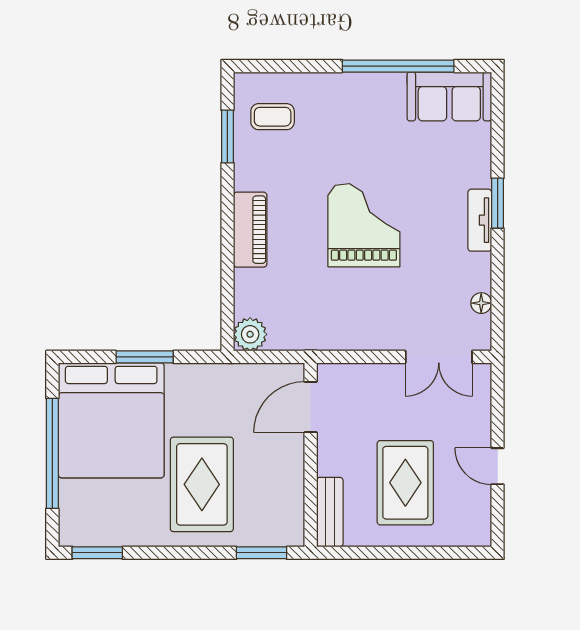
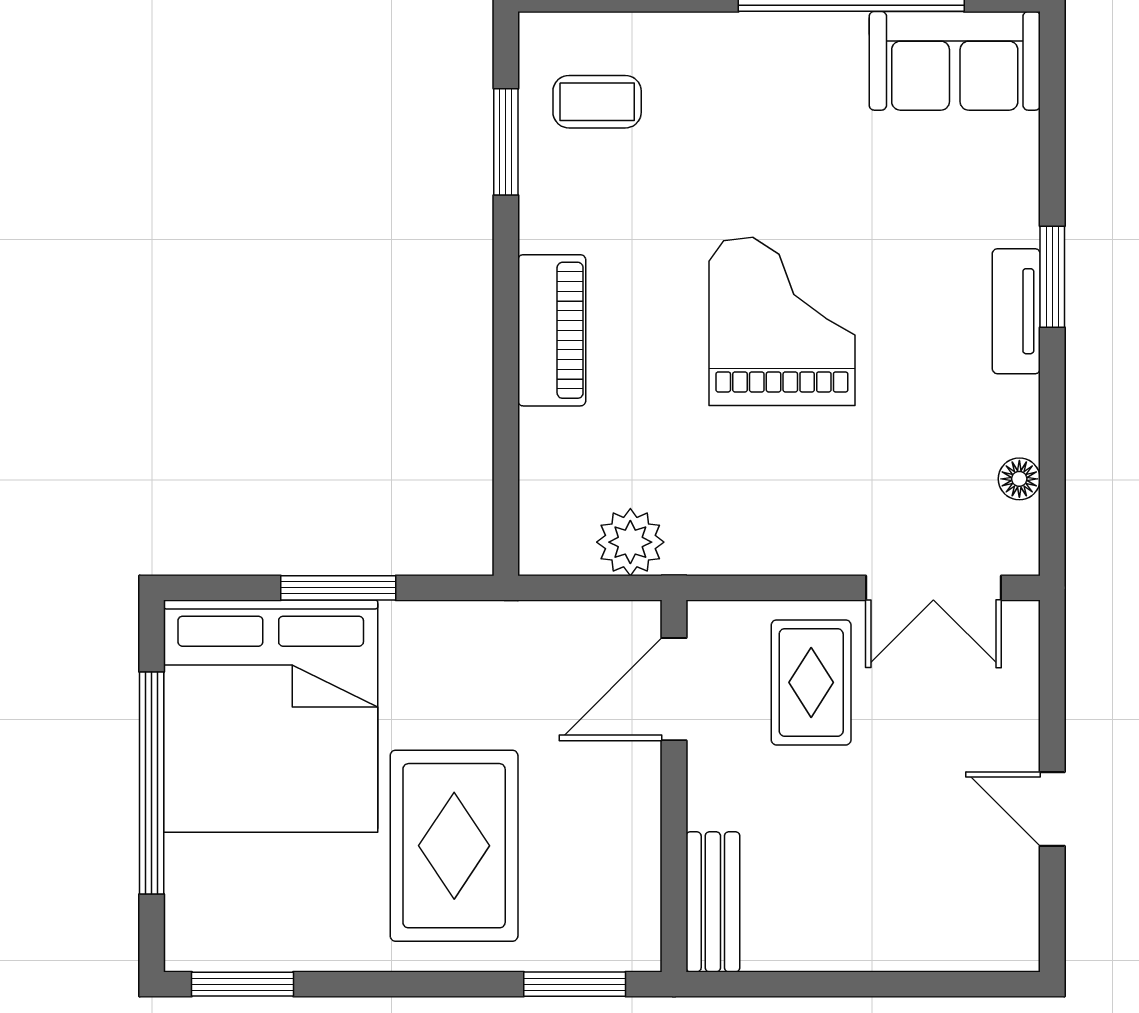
plant: (250, 334) -> (630, 542), moved
rug: (405, 483) -> (811, 682), moved, width x0.73, depth x0.70

